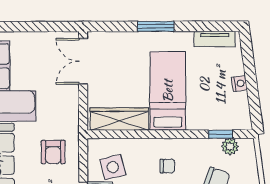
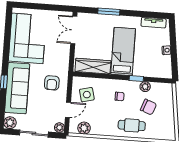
window: (156, 26) -> (109, 12), moved
window: (221, 134) -> (136, 79), moved
plant: (230, 146) -> (145, 87), moved

